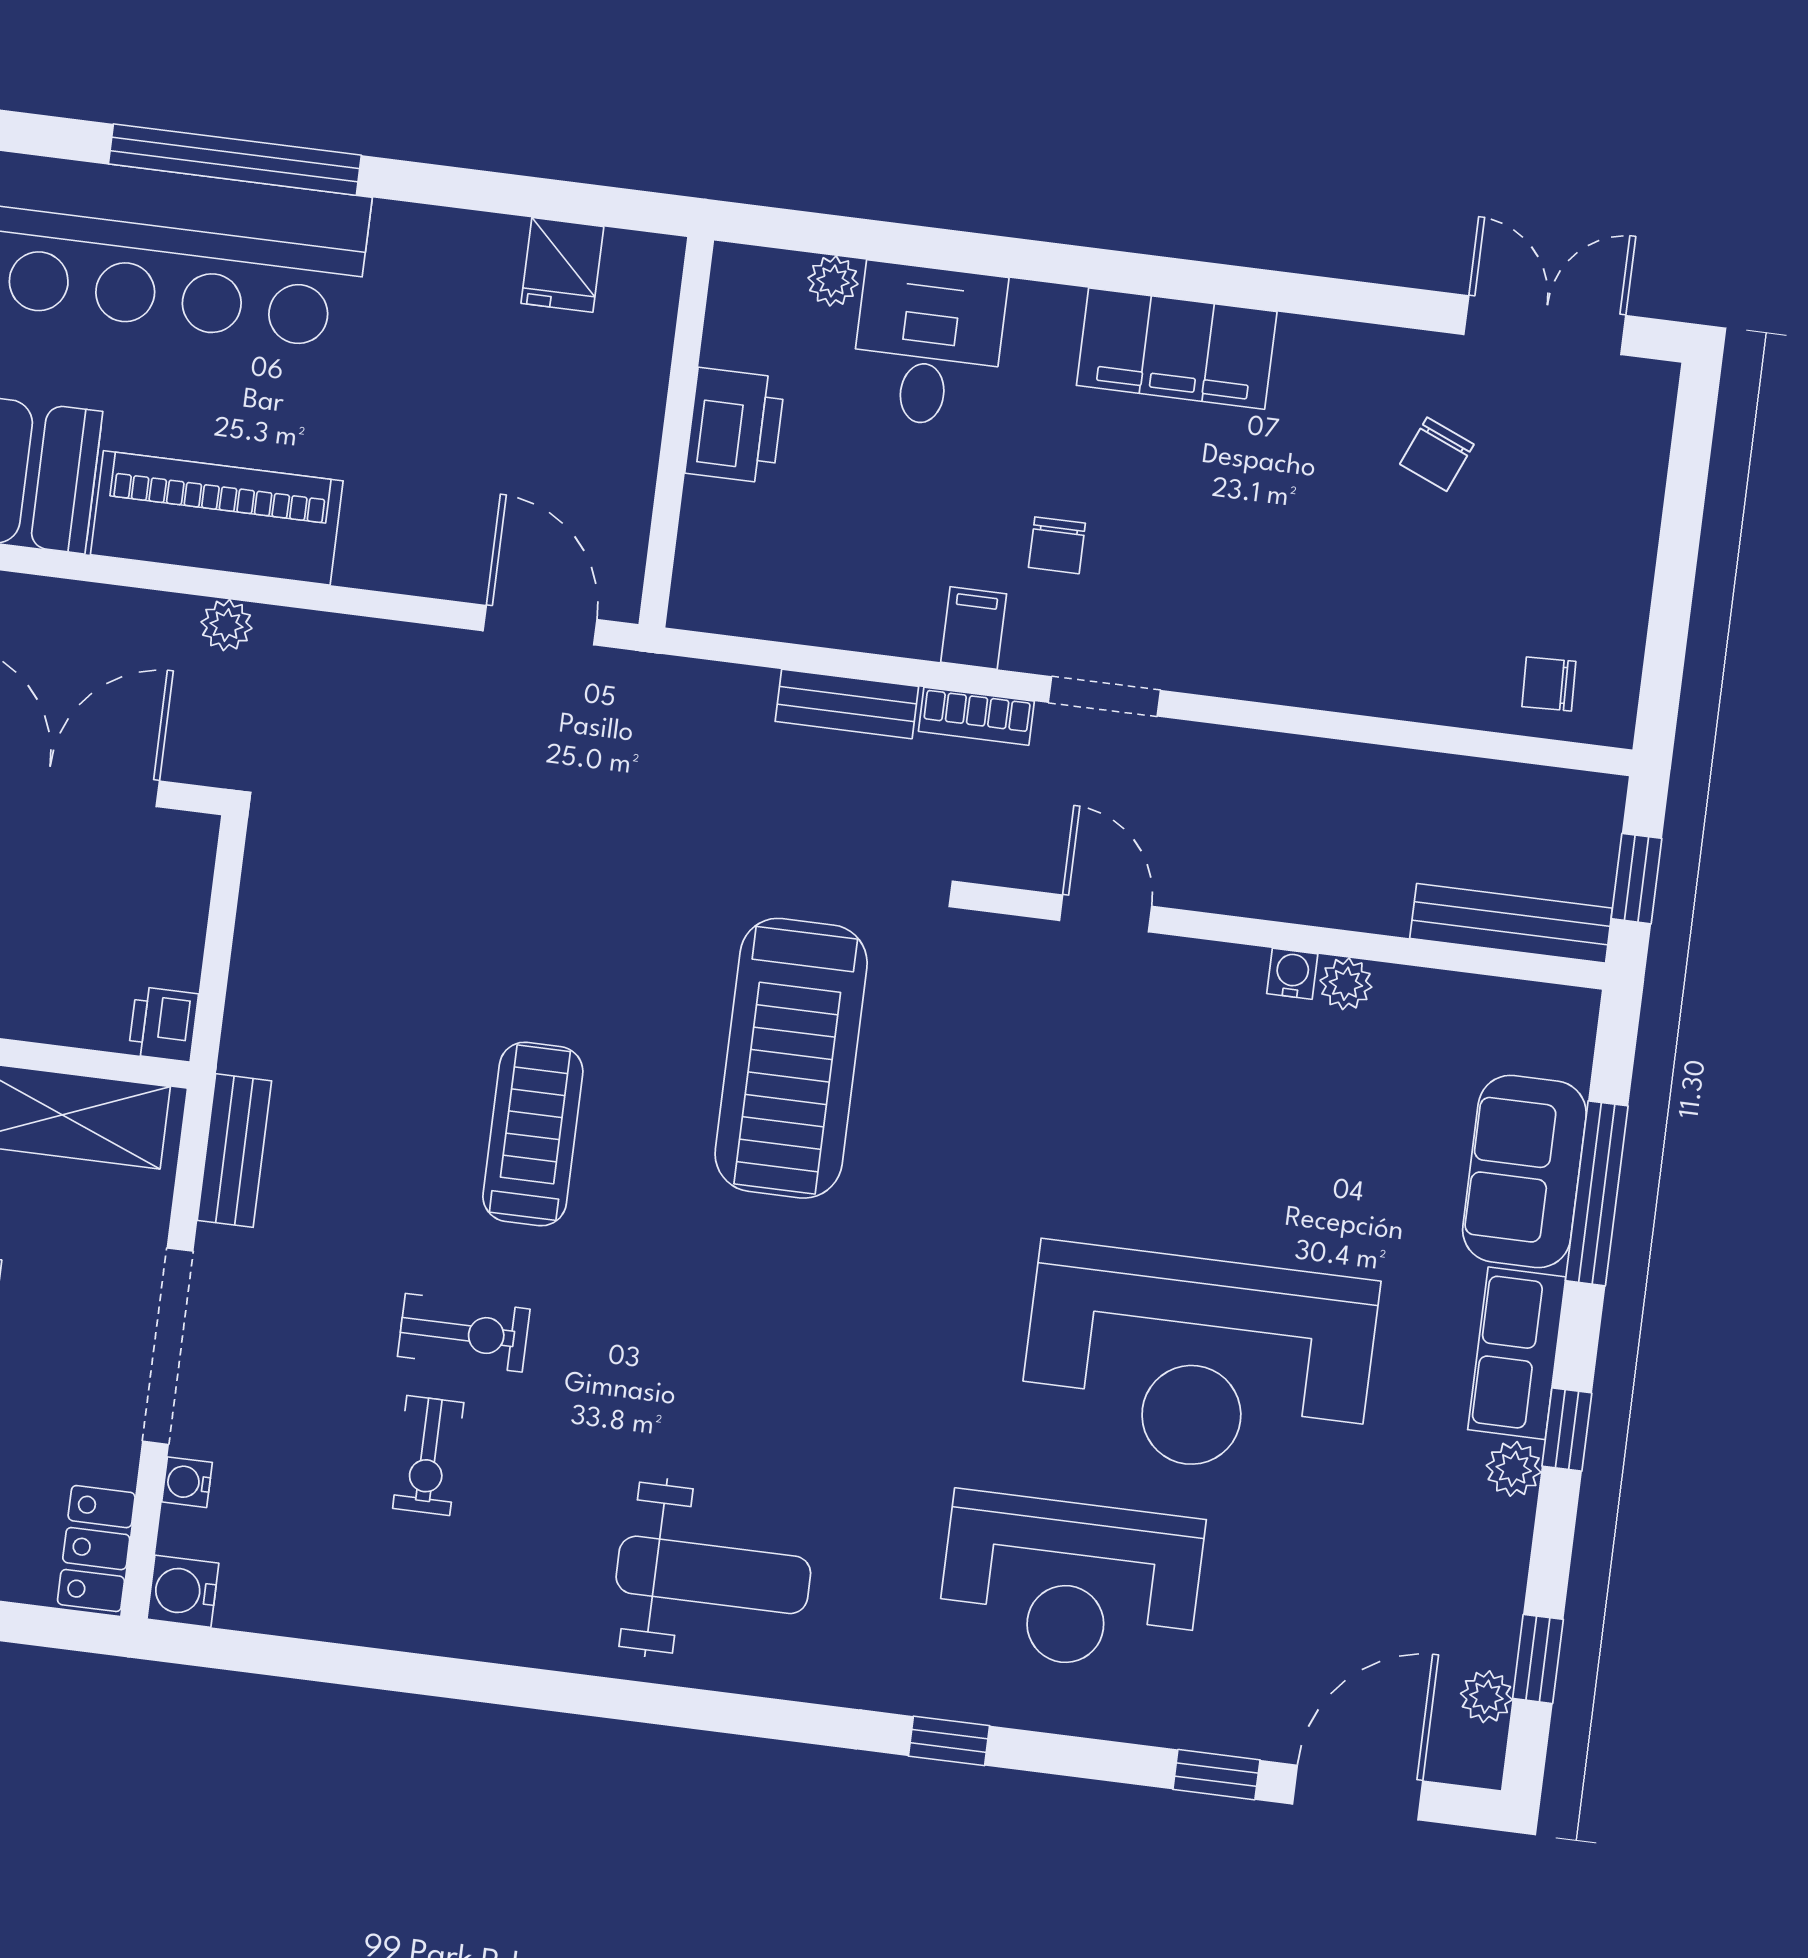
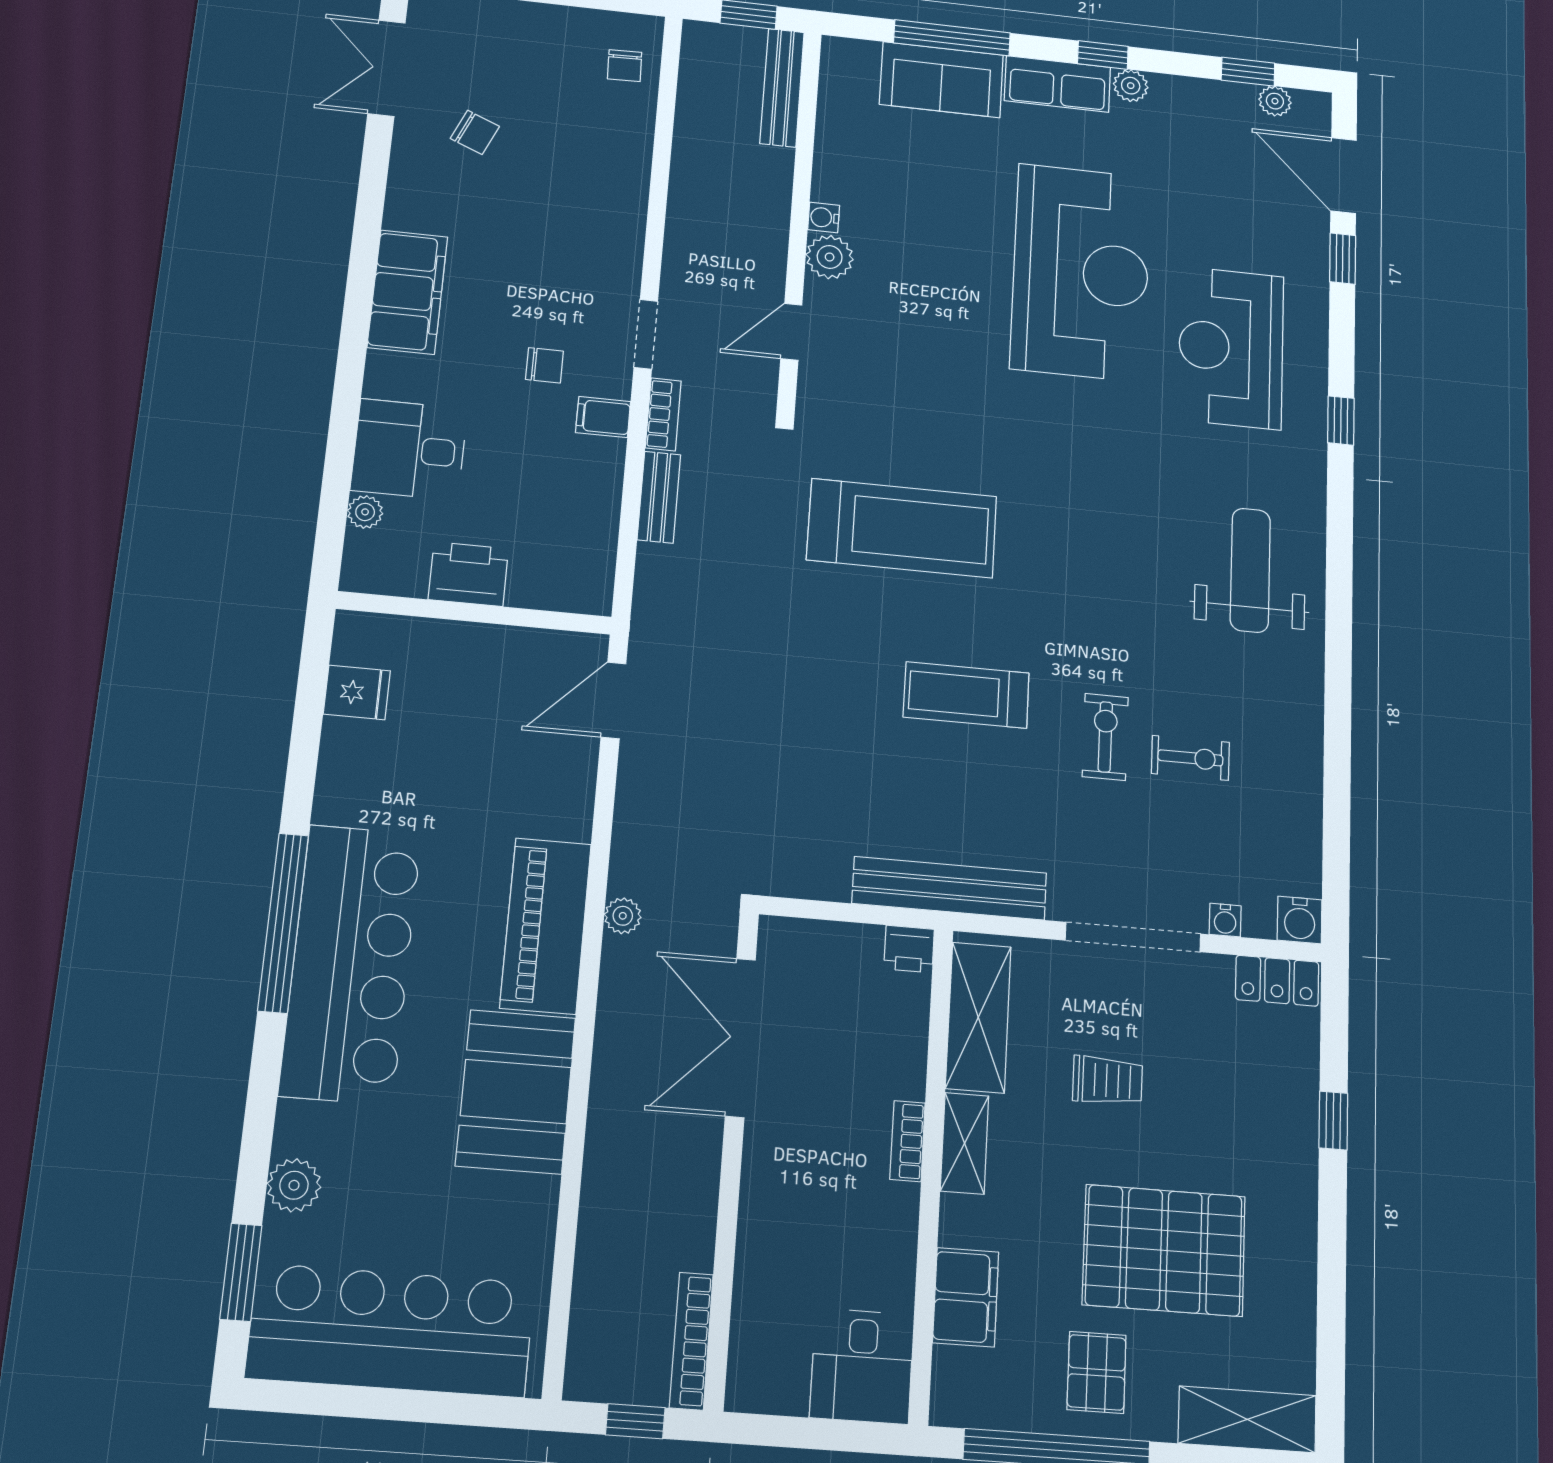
plant: (1346, 984) -> (830, 257), moved, width x1.38, depth x1.38
bench: (234, 1151) -> (949, 888), width x1.86, depth x1.21
reception desk: (1071, 1583) -> (1231, 348), turned 180

